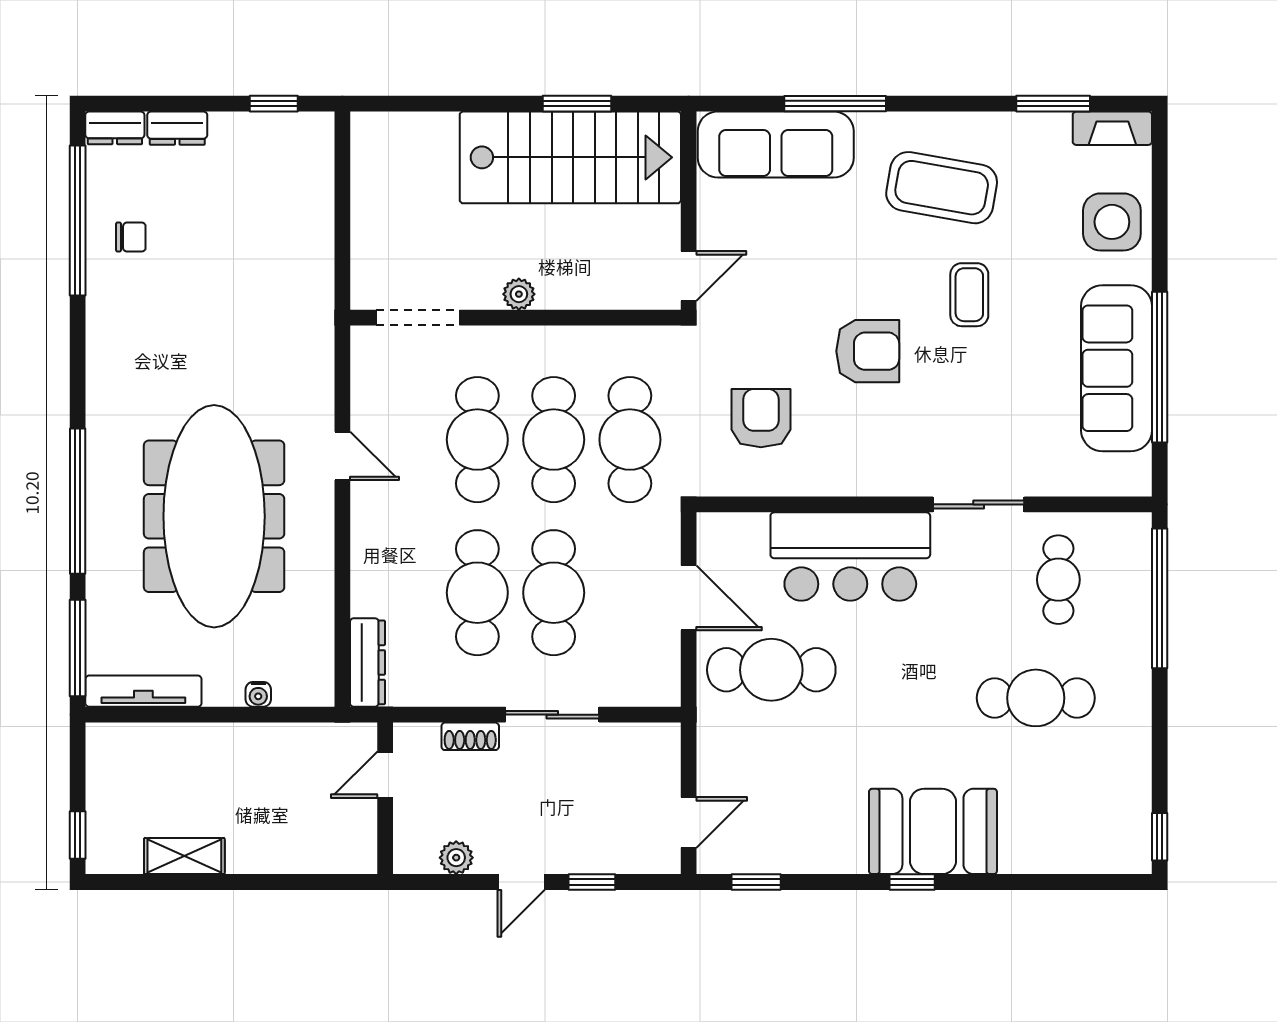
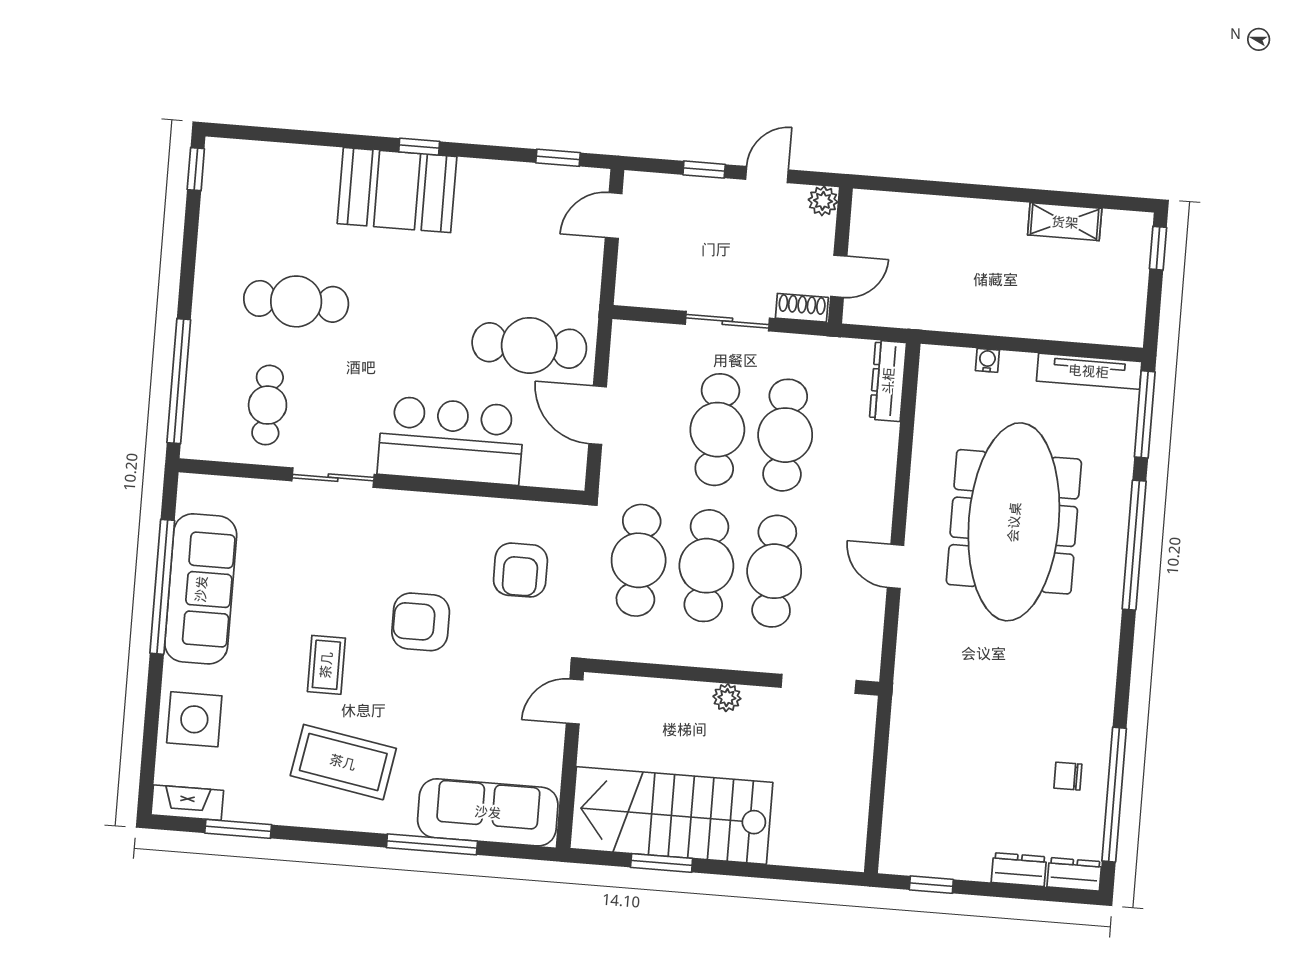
door: (385, 775) -> (839, 276), moved
wall: (385, 798) -> (840, 255), moved

